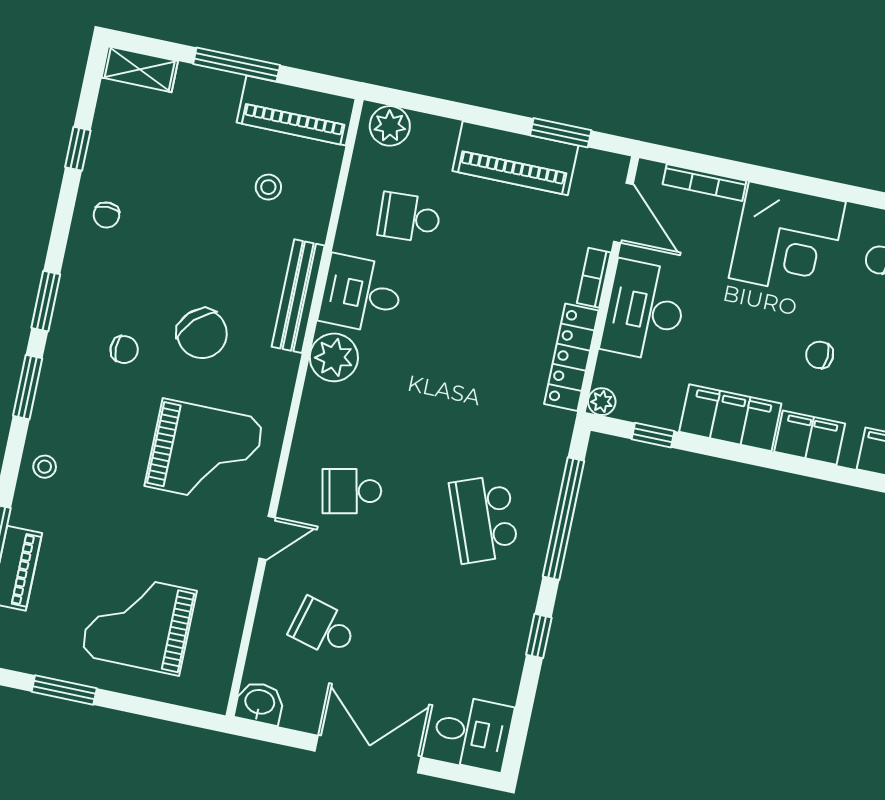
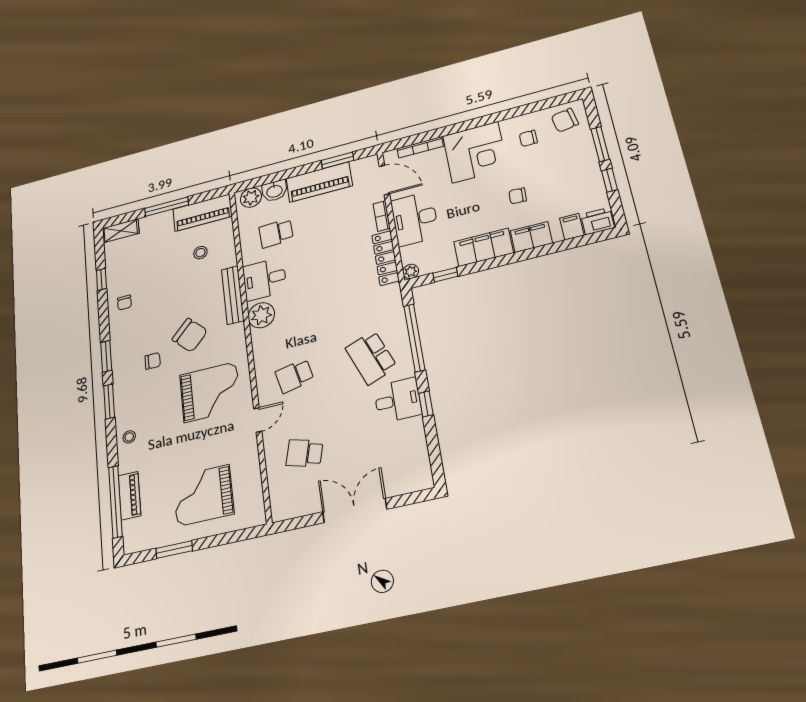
washbasin: (260, 703) -> (274, 191), moved, turned 180
desk: (472, 733) -> (398, 400), moved

